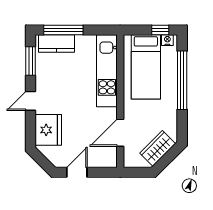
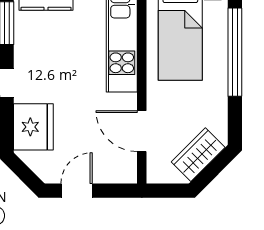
door: (120, 133) -> (142, 131), hinge flipped

